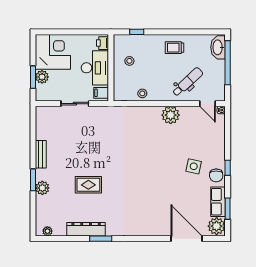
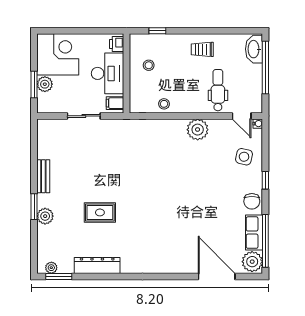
dental chair: (188, 82) -> (218, 90), turned -47
side table: (194, 166) -> (244, 157), moved
window: (228, 168) -> (265, 180), moved
window: (228, 209) -> (265, 241), width x2.11
window: (101, 239) -> (59, 276), moved

